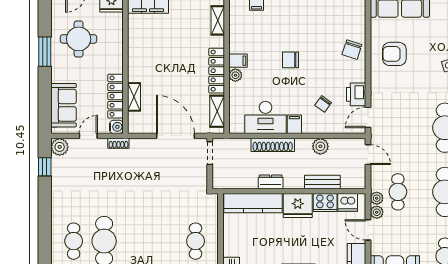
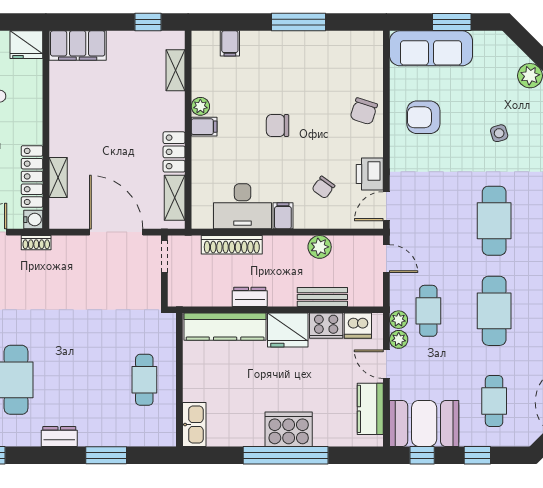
locker: (217, 71) -> (174, 152), width x0.66
plant: (235, 75) -> (200, 106), moved
shoe rack: (273, 145) -> (232, 245), moved

